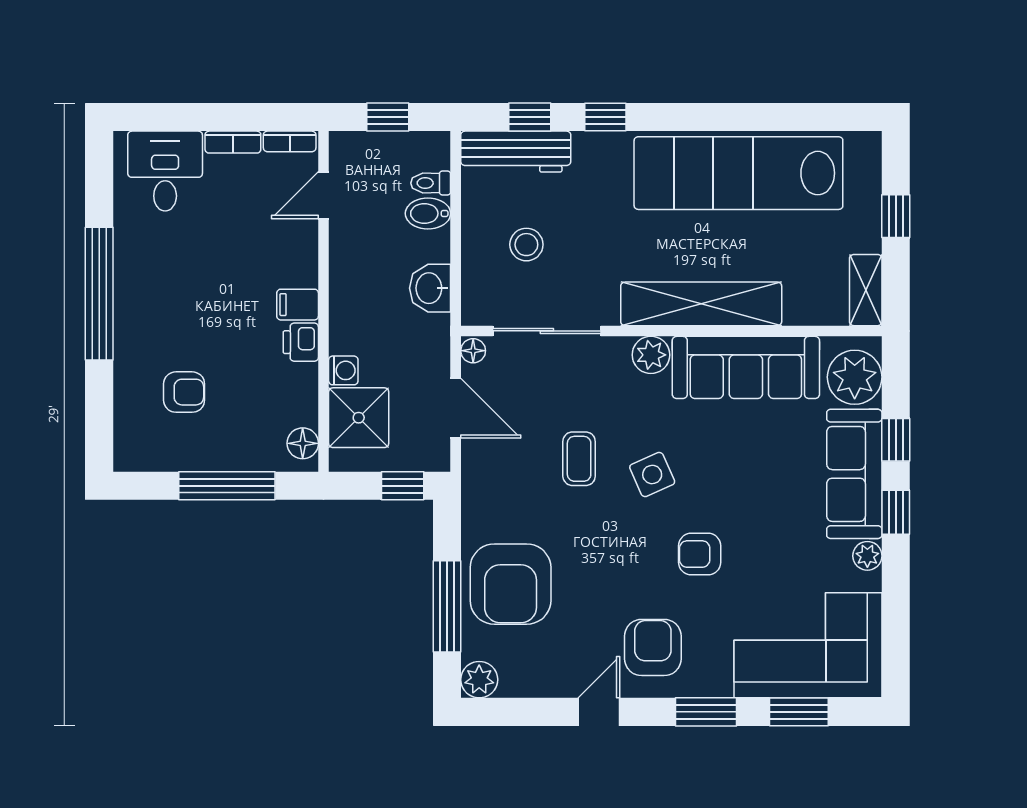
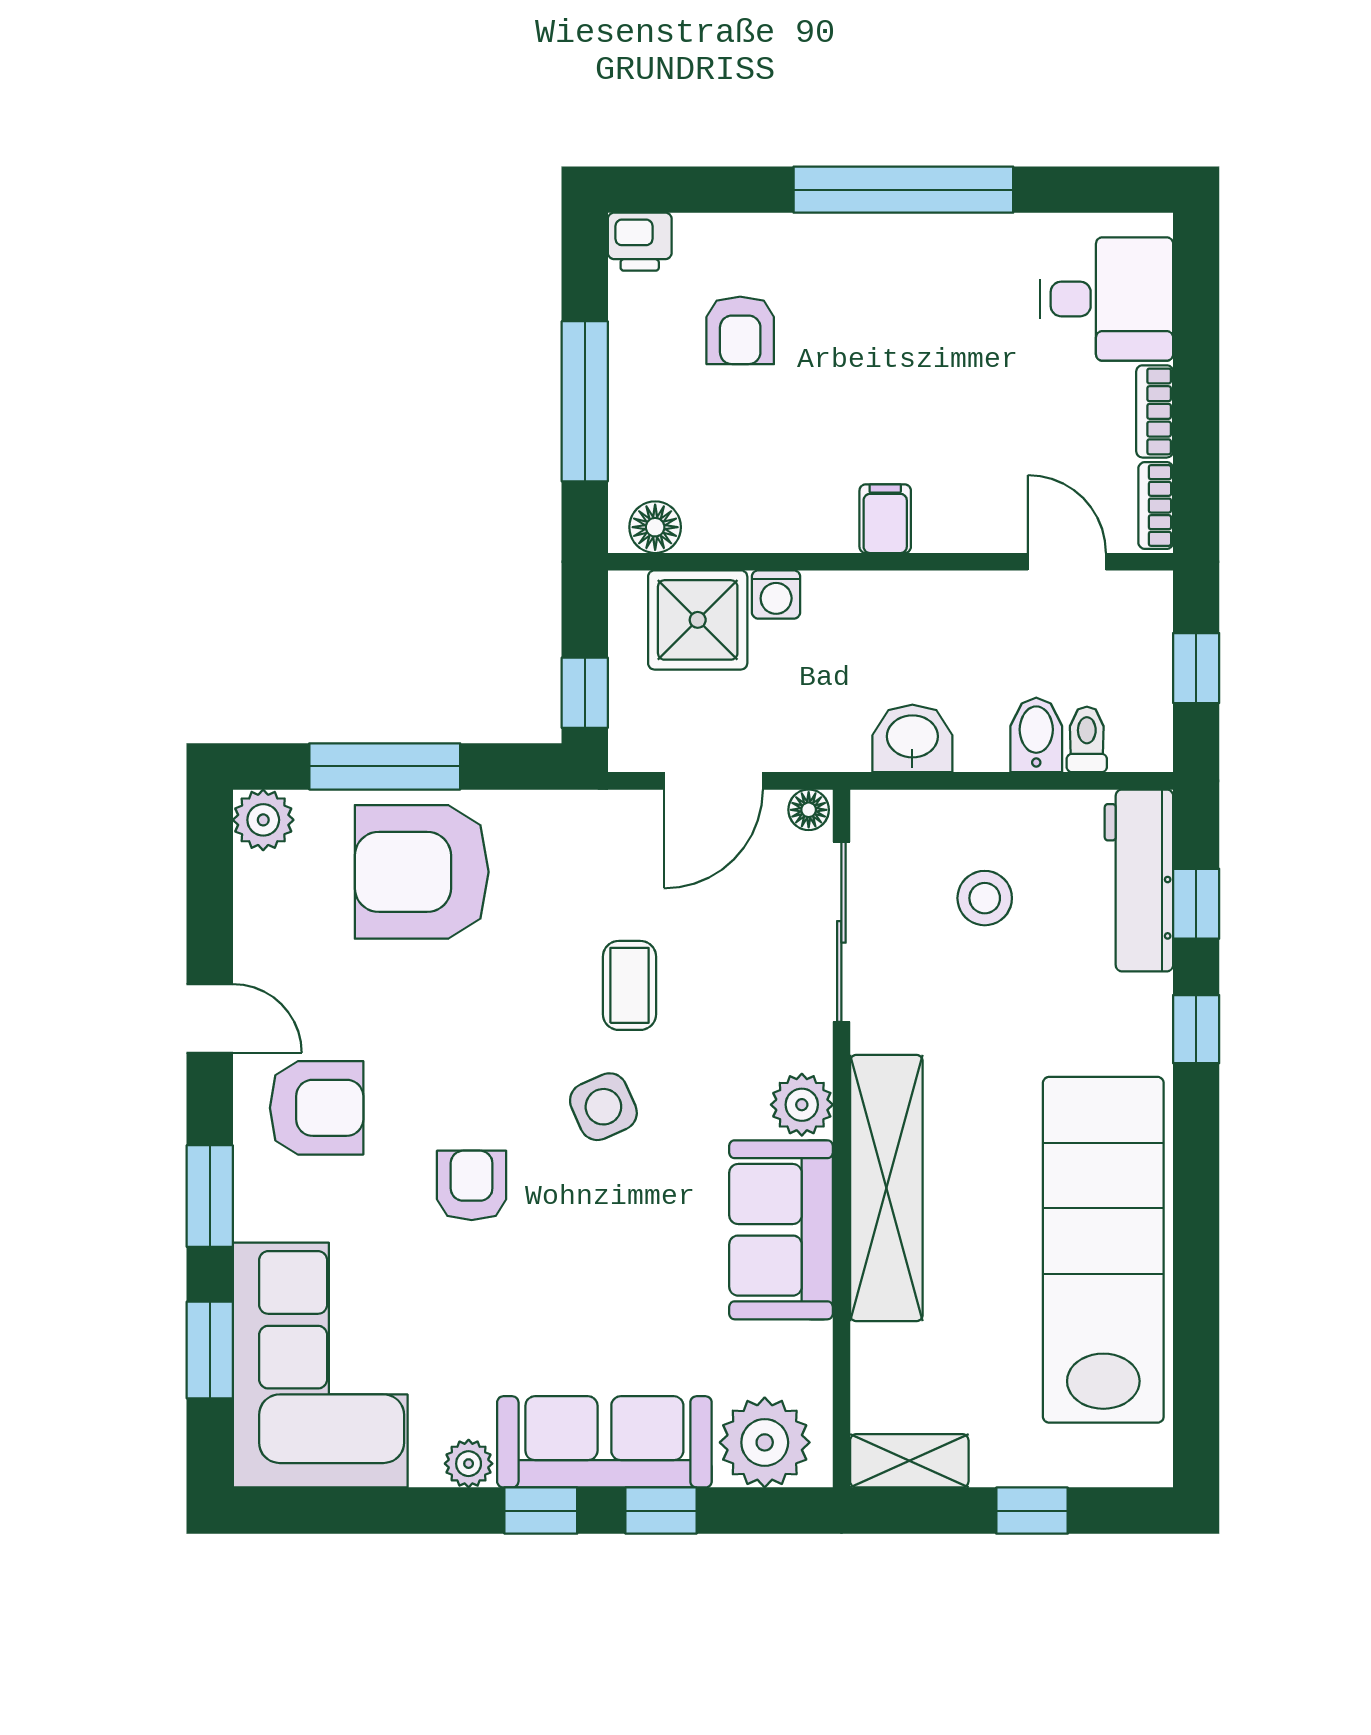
printer: (301, 342) -> (640, 242), moved, turned 180
sofa: (746, 367) -> (781, 1230), width x0.73
coffee table: (579, 459) -> (630, 985), turned 90

